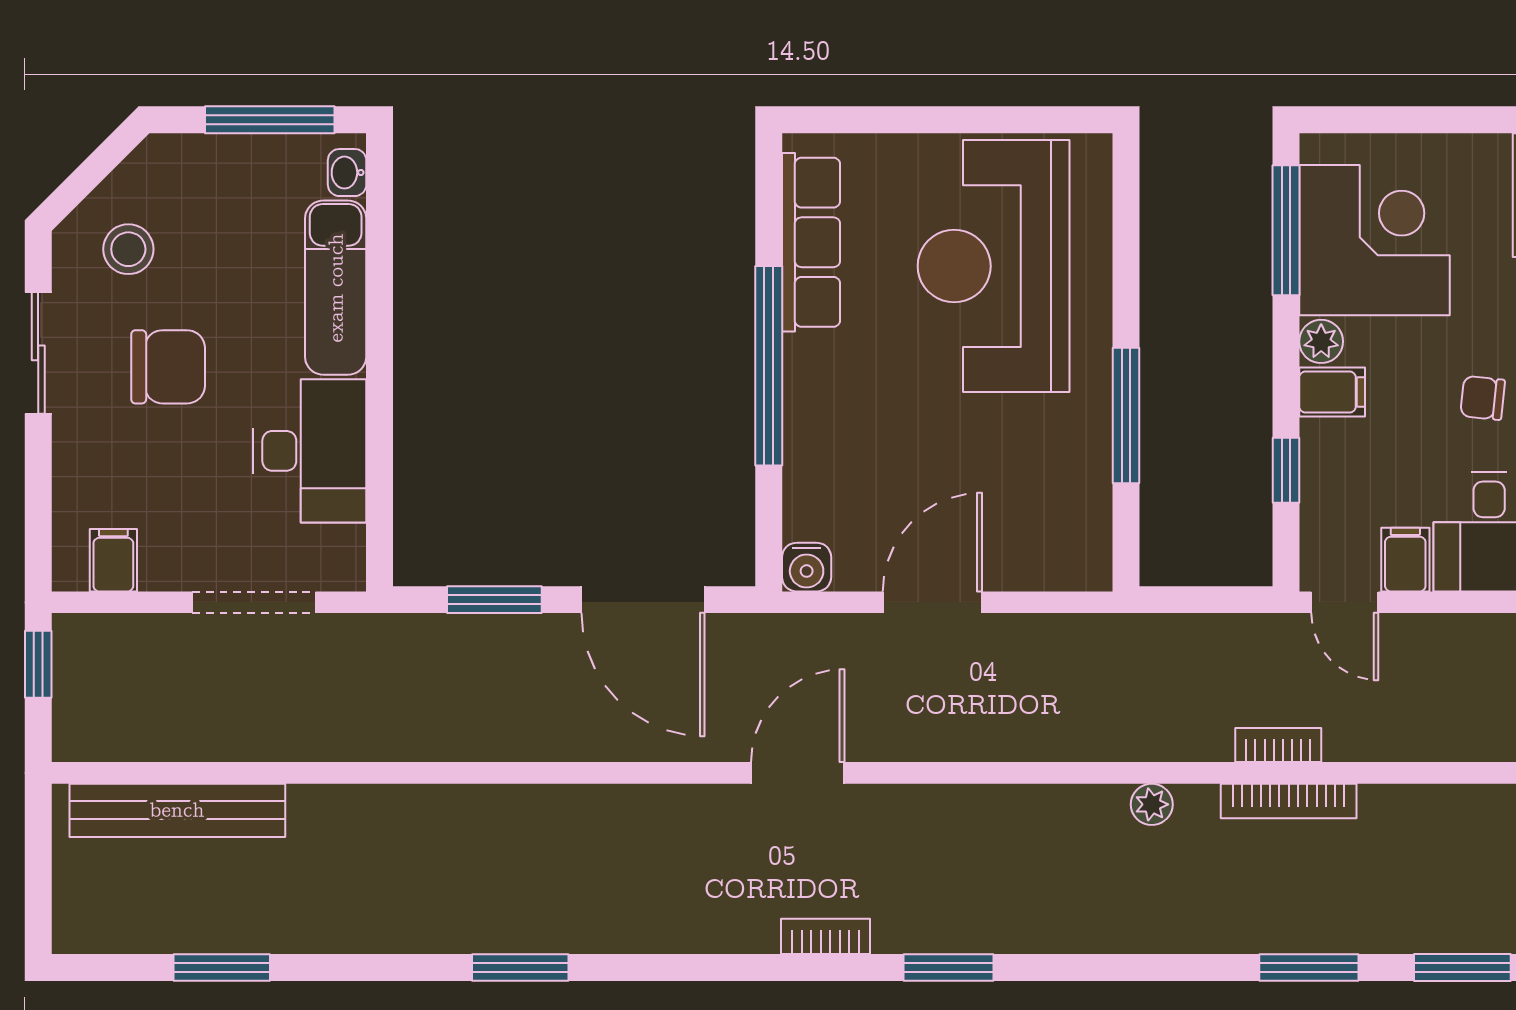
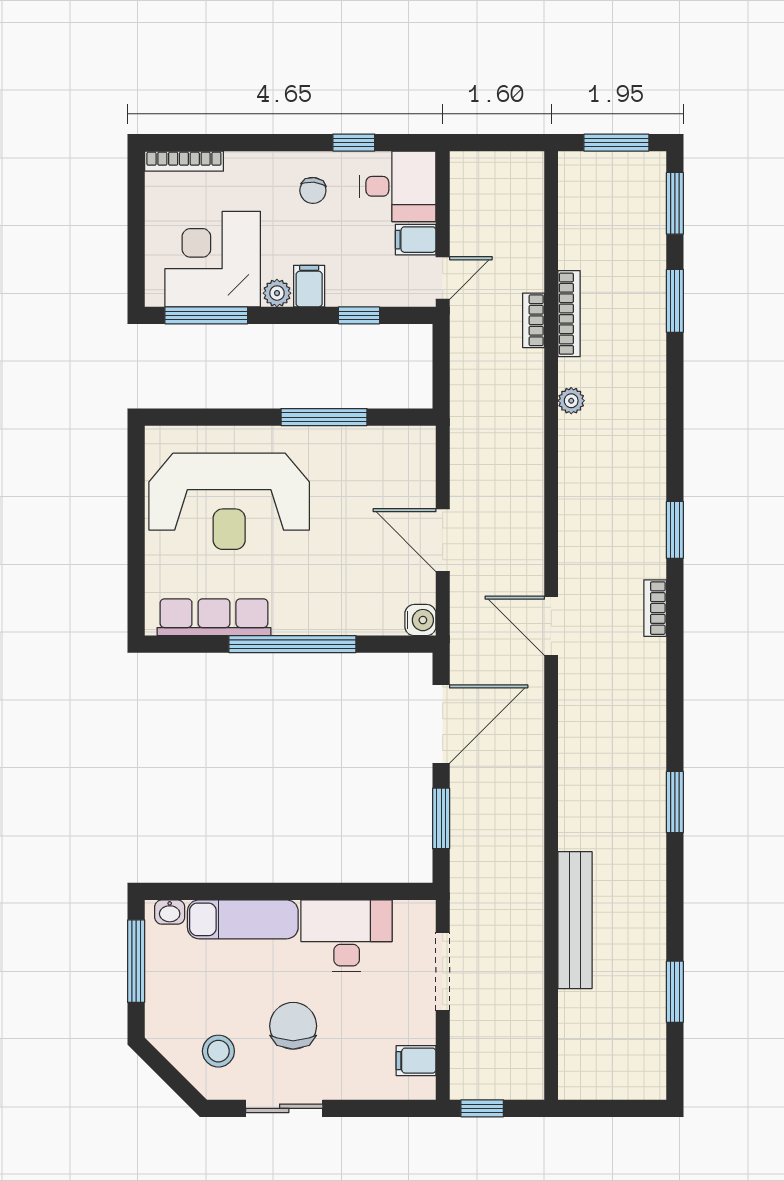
bench: (177, 810) -> (575, 920), moved

